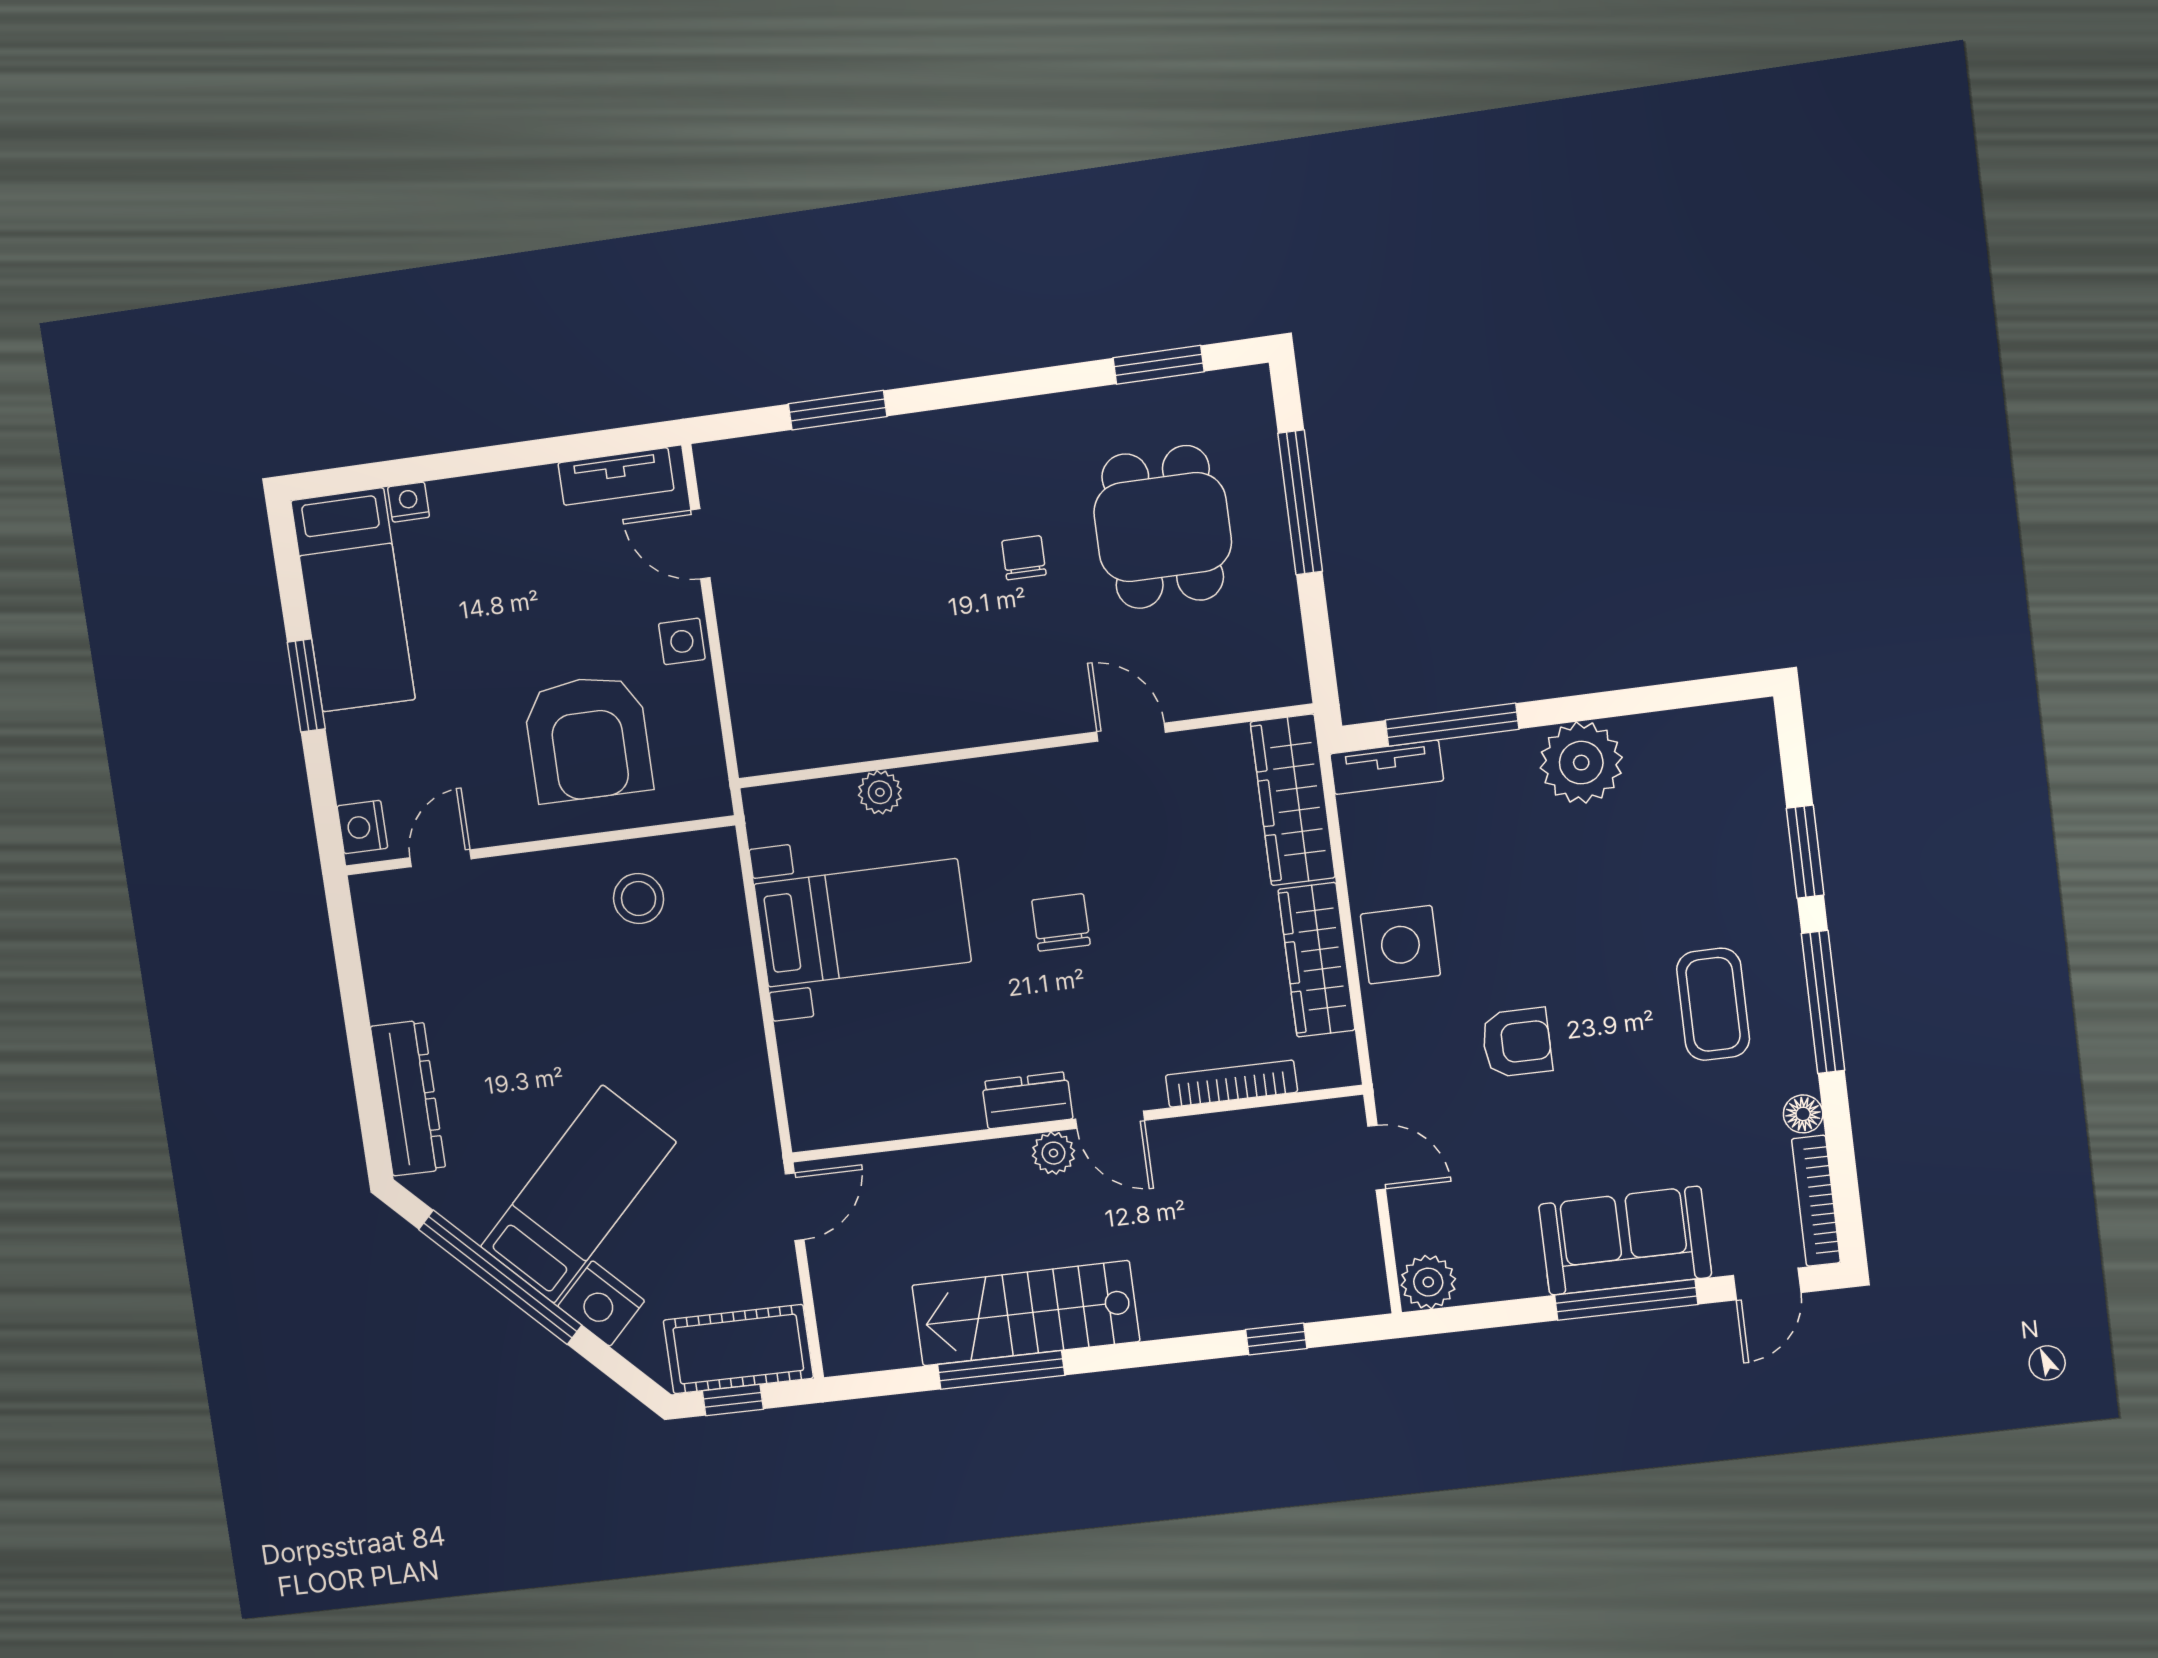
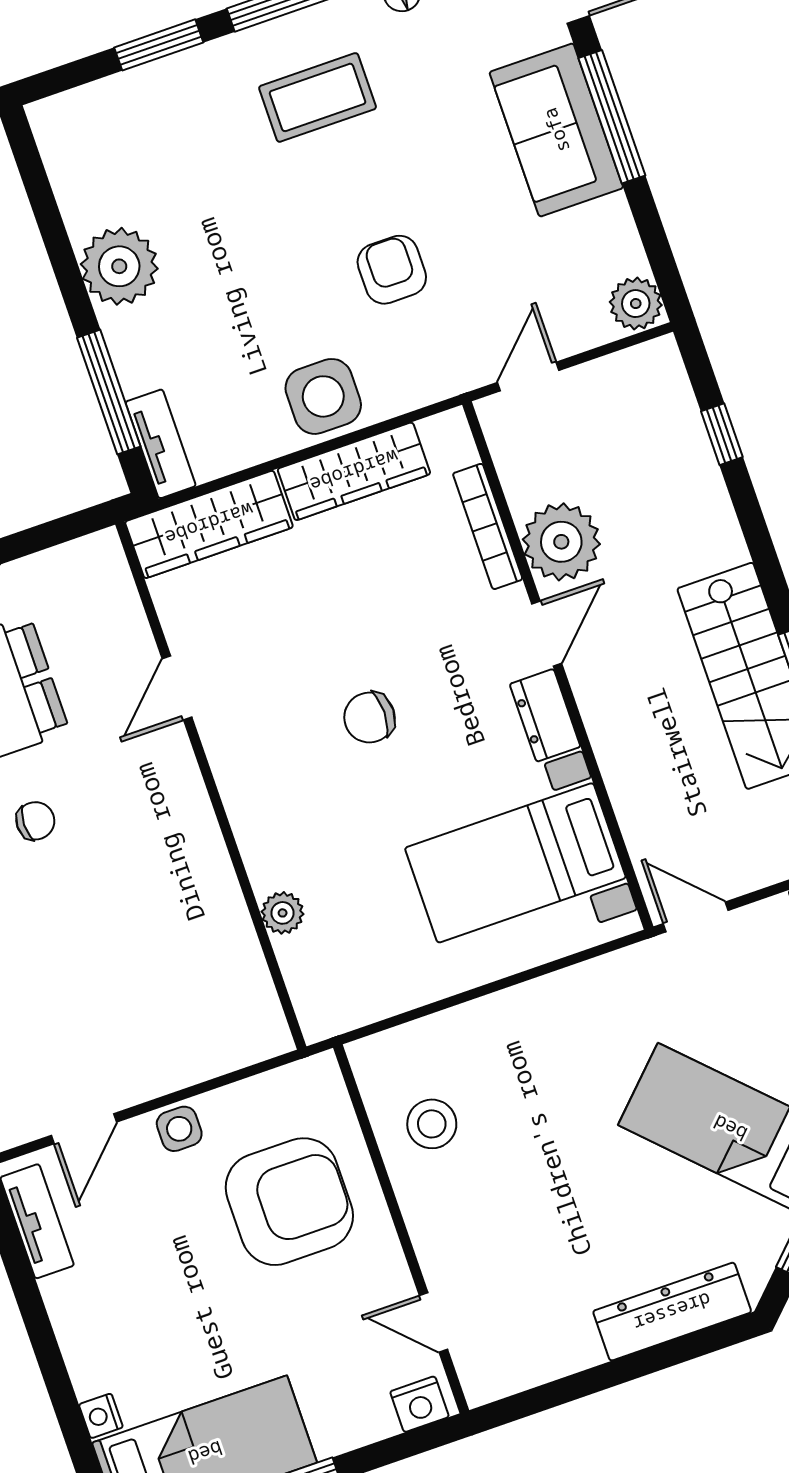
chair: (1024, 558) -> (35, 821), turned 180
bed with nightstands: (862, 923) -> (515, 863), moved, turned -90
plant: (1053, 1153) -> (561, 542), moved, width x1.87, depth x1.87

